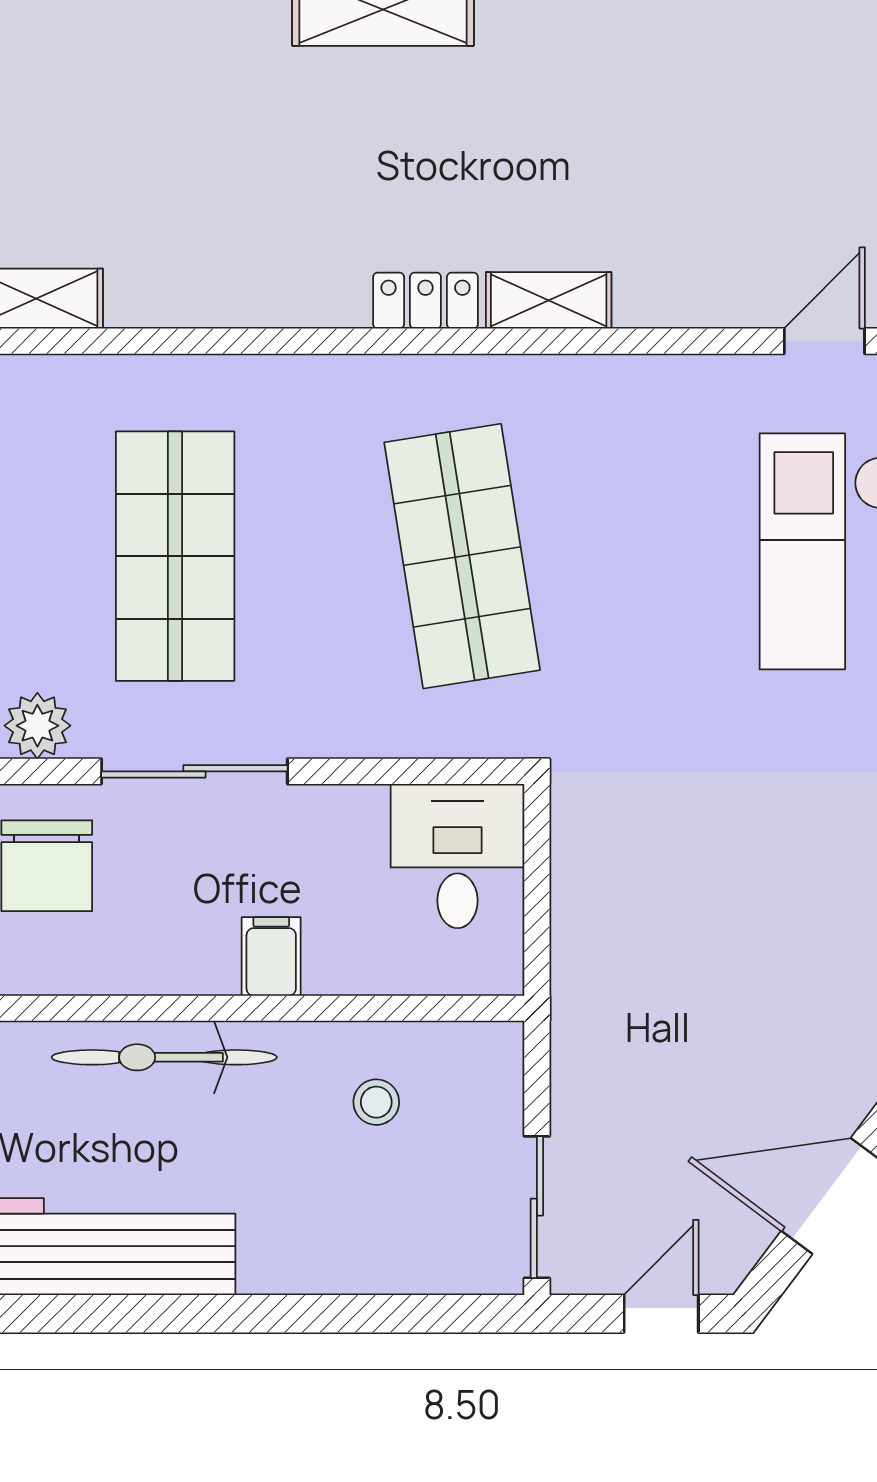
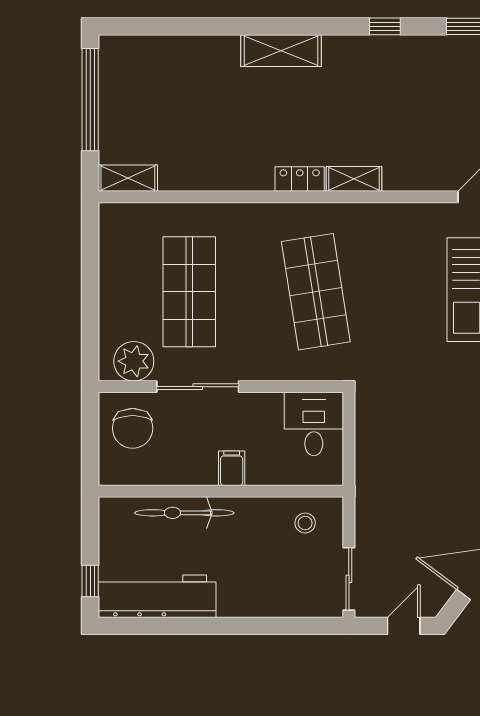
plant: (37, 726) -> (134, 361), width x1.36, depth x1.36
stool: (376, 1102) -> (305, 523), moved

